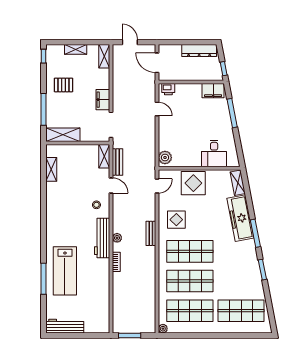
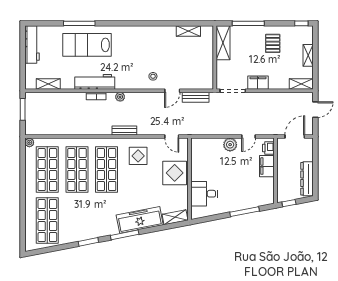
filing cabinet: (213, 91) -> (267, 166), moved
shelving: (104, 156) -> (48, 84), moved
plant: (165, 157) -> (230, 145), moved
workbench: (102, 238) -> (95, 82), moved

